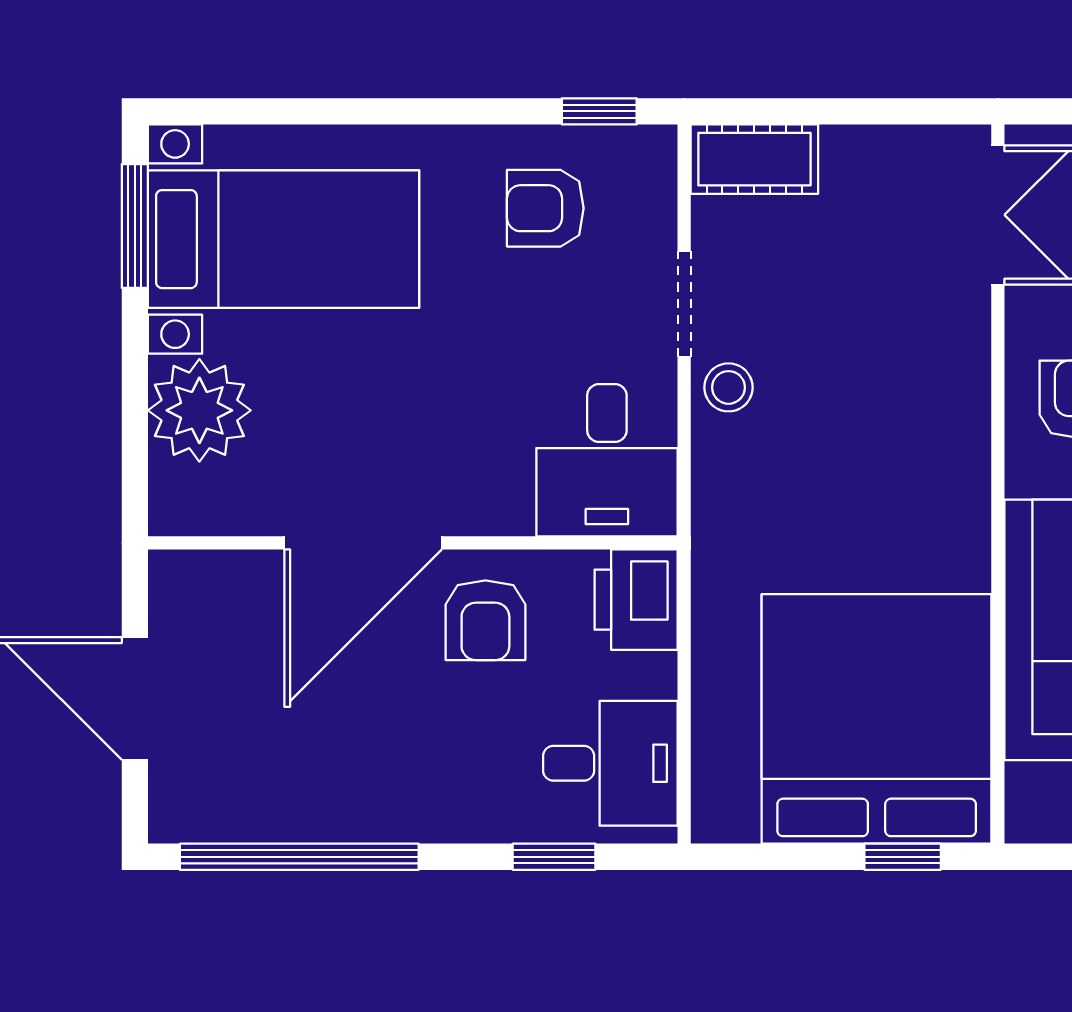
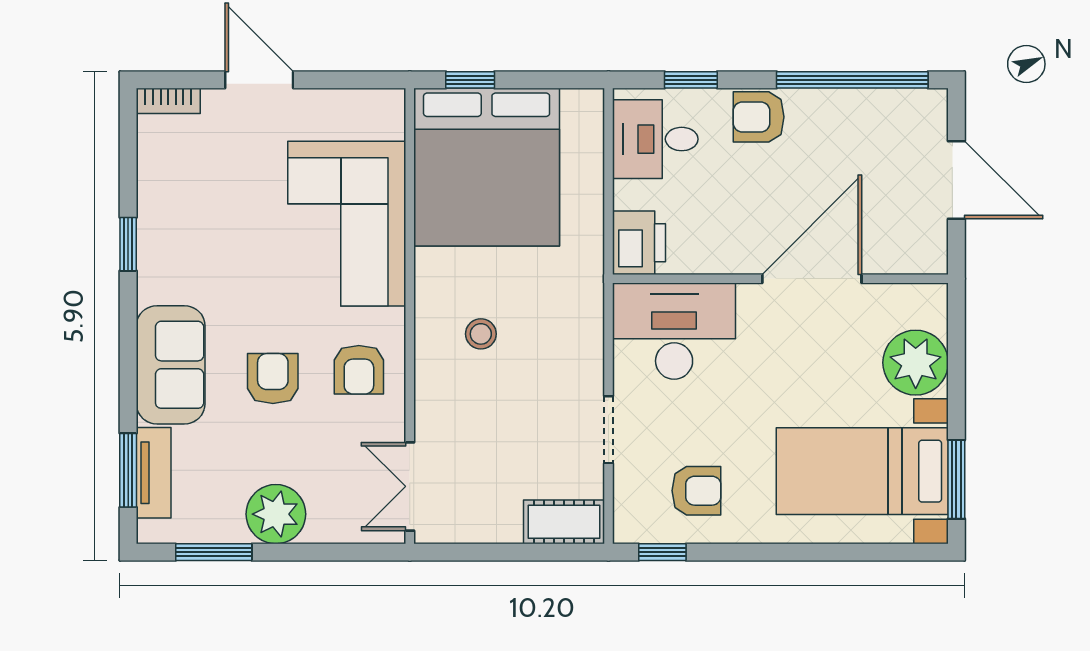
stool: (728, 387) -> (481, 334), moved
desk: (607, 460) -> (674, 331), width x1.37
armchair: (485, 620) -> (759, 117), moved, turned -90

